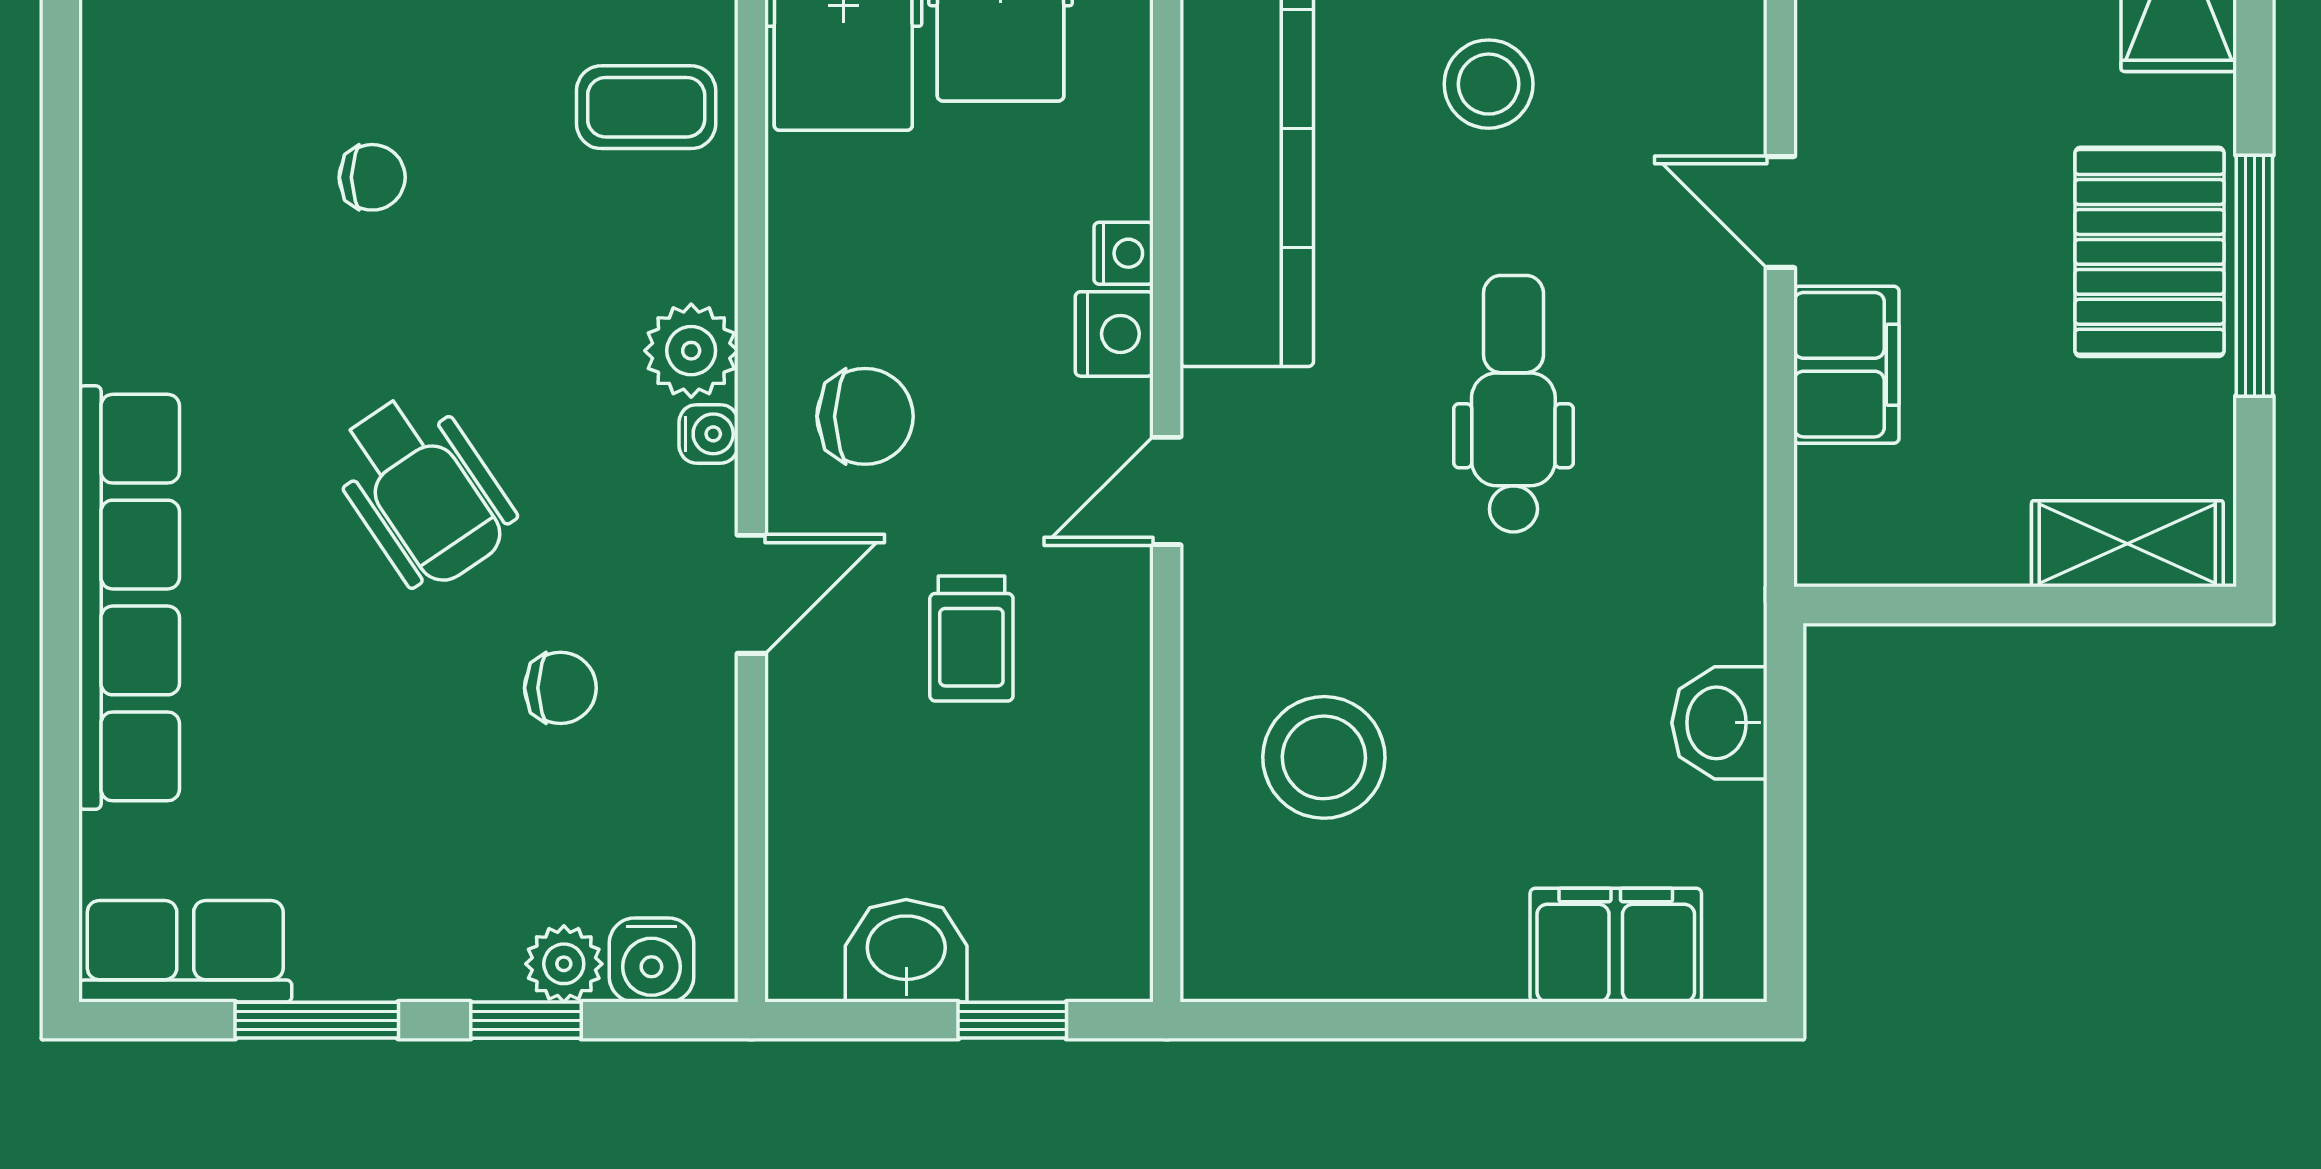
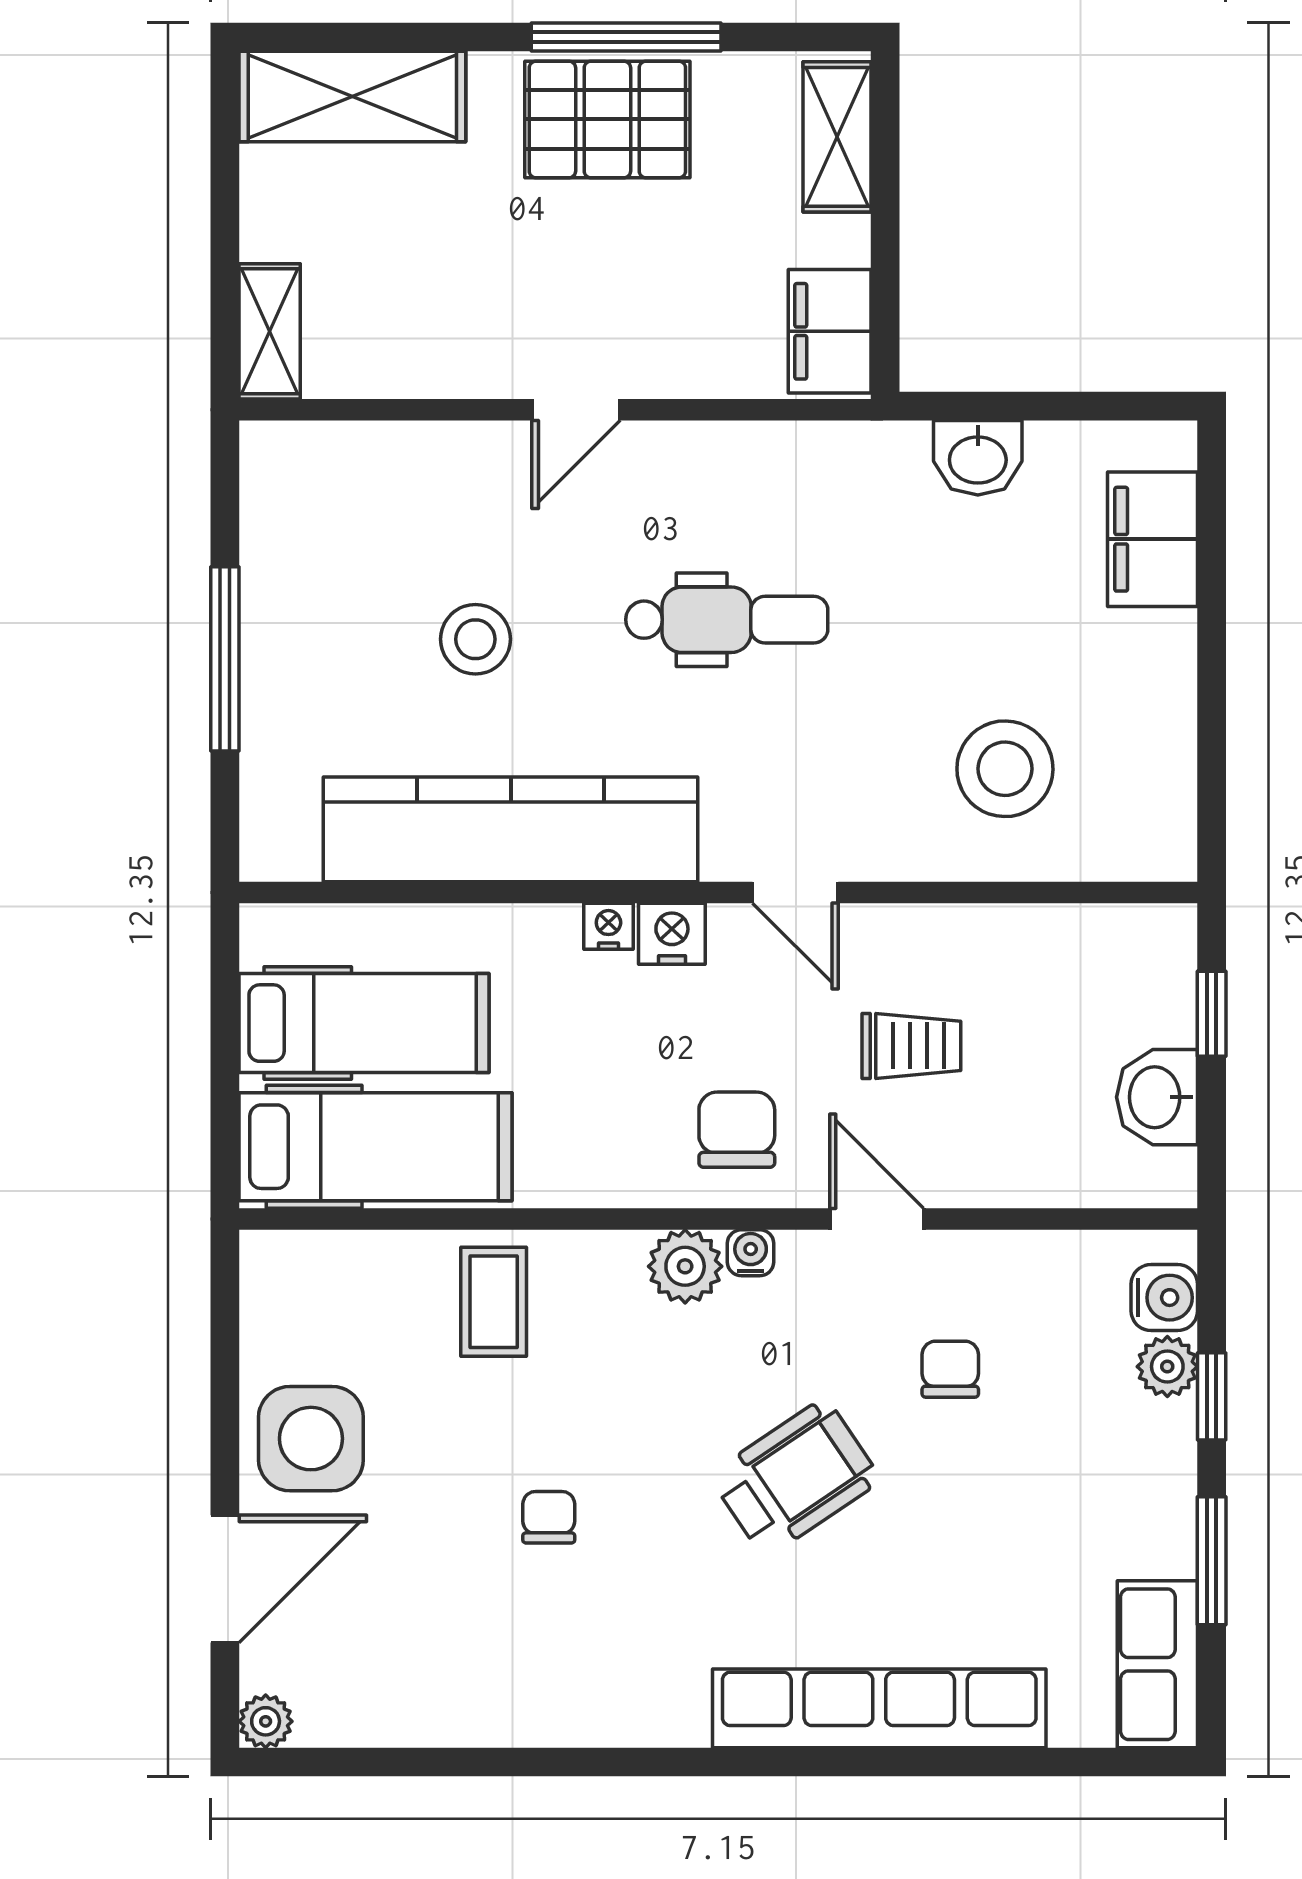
filing cabinet: (1846, 365) -> (830, 331), moved, turned -90
dental chair: (1513, 404) -> (727, 620), turned 180

